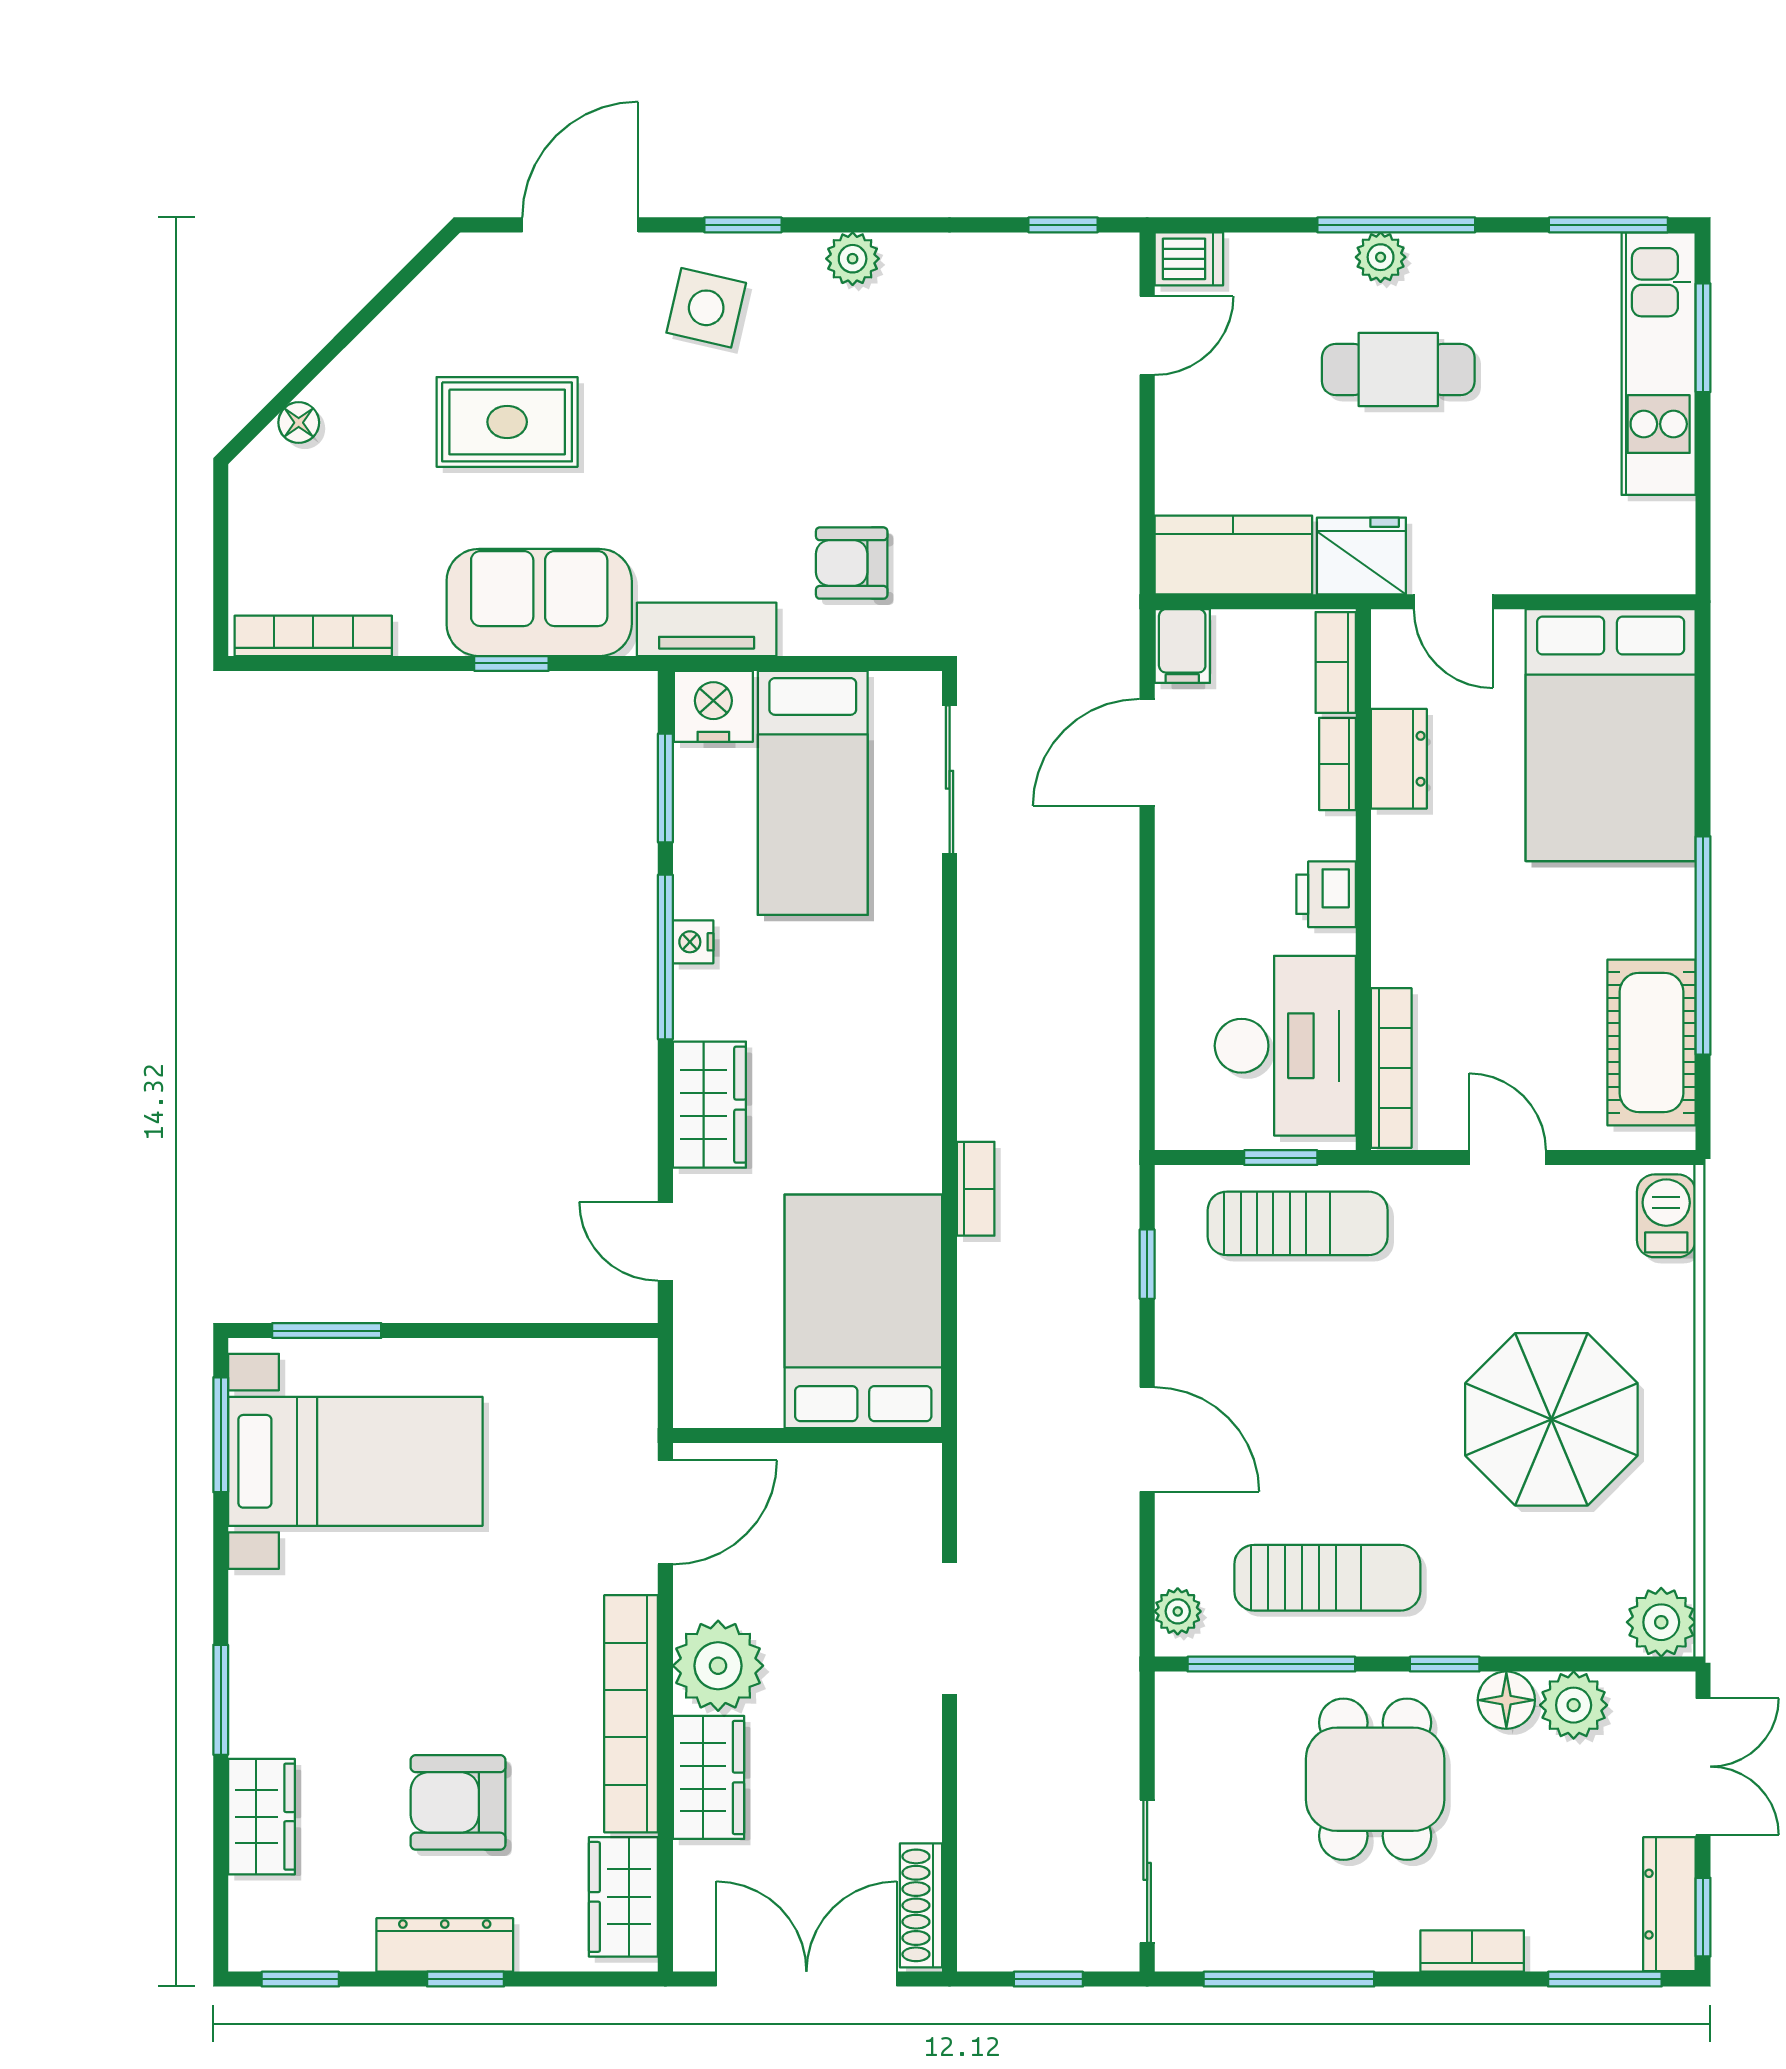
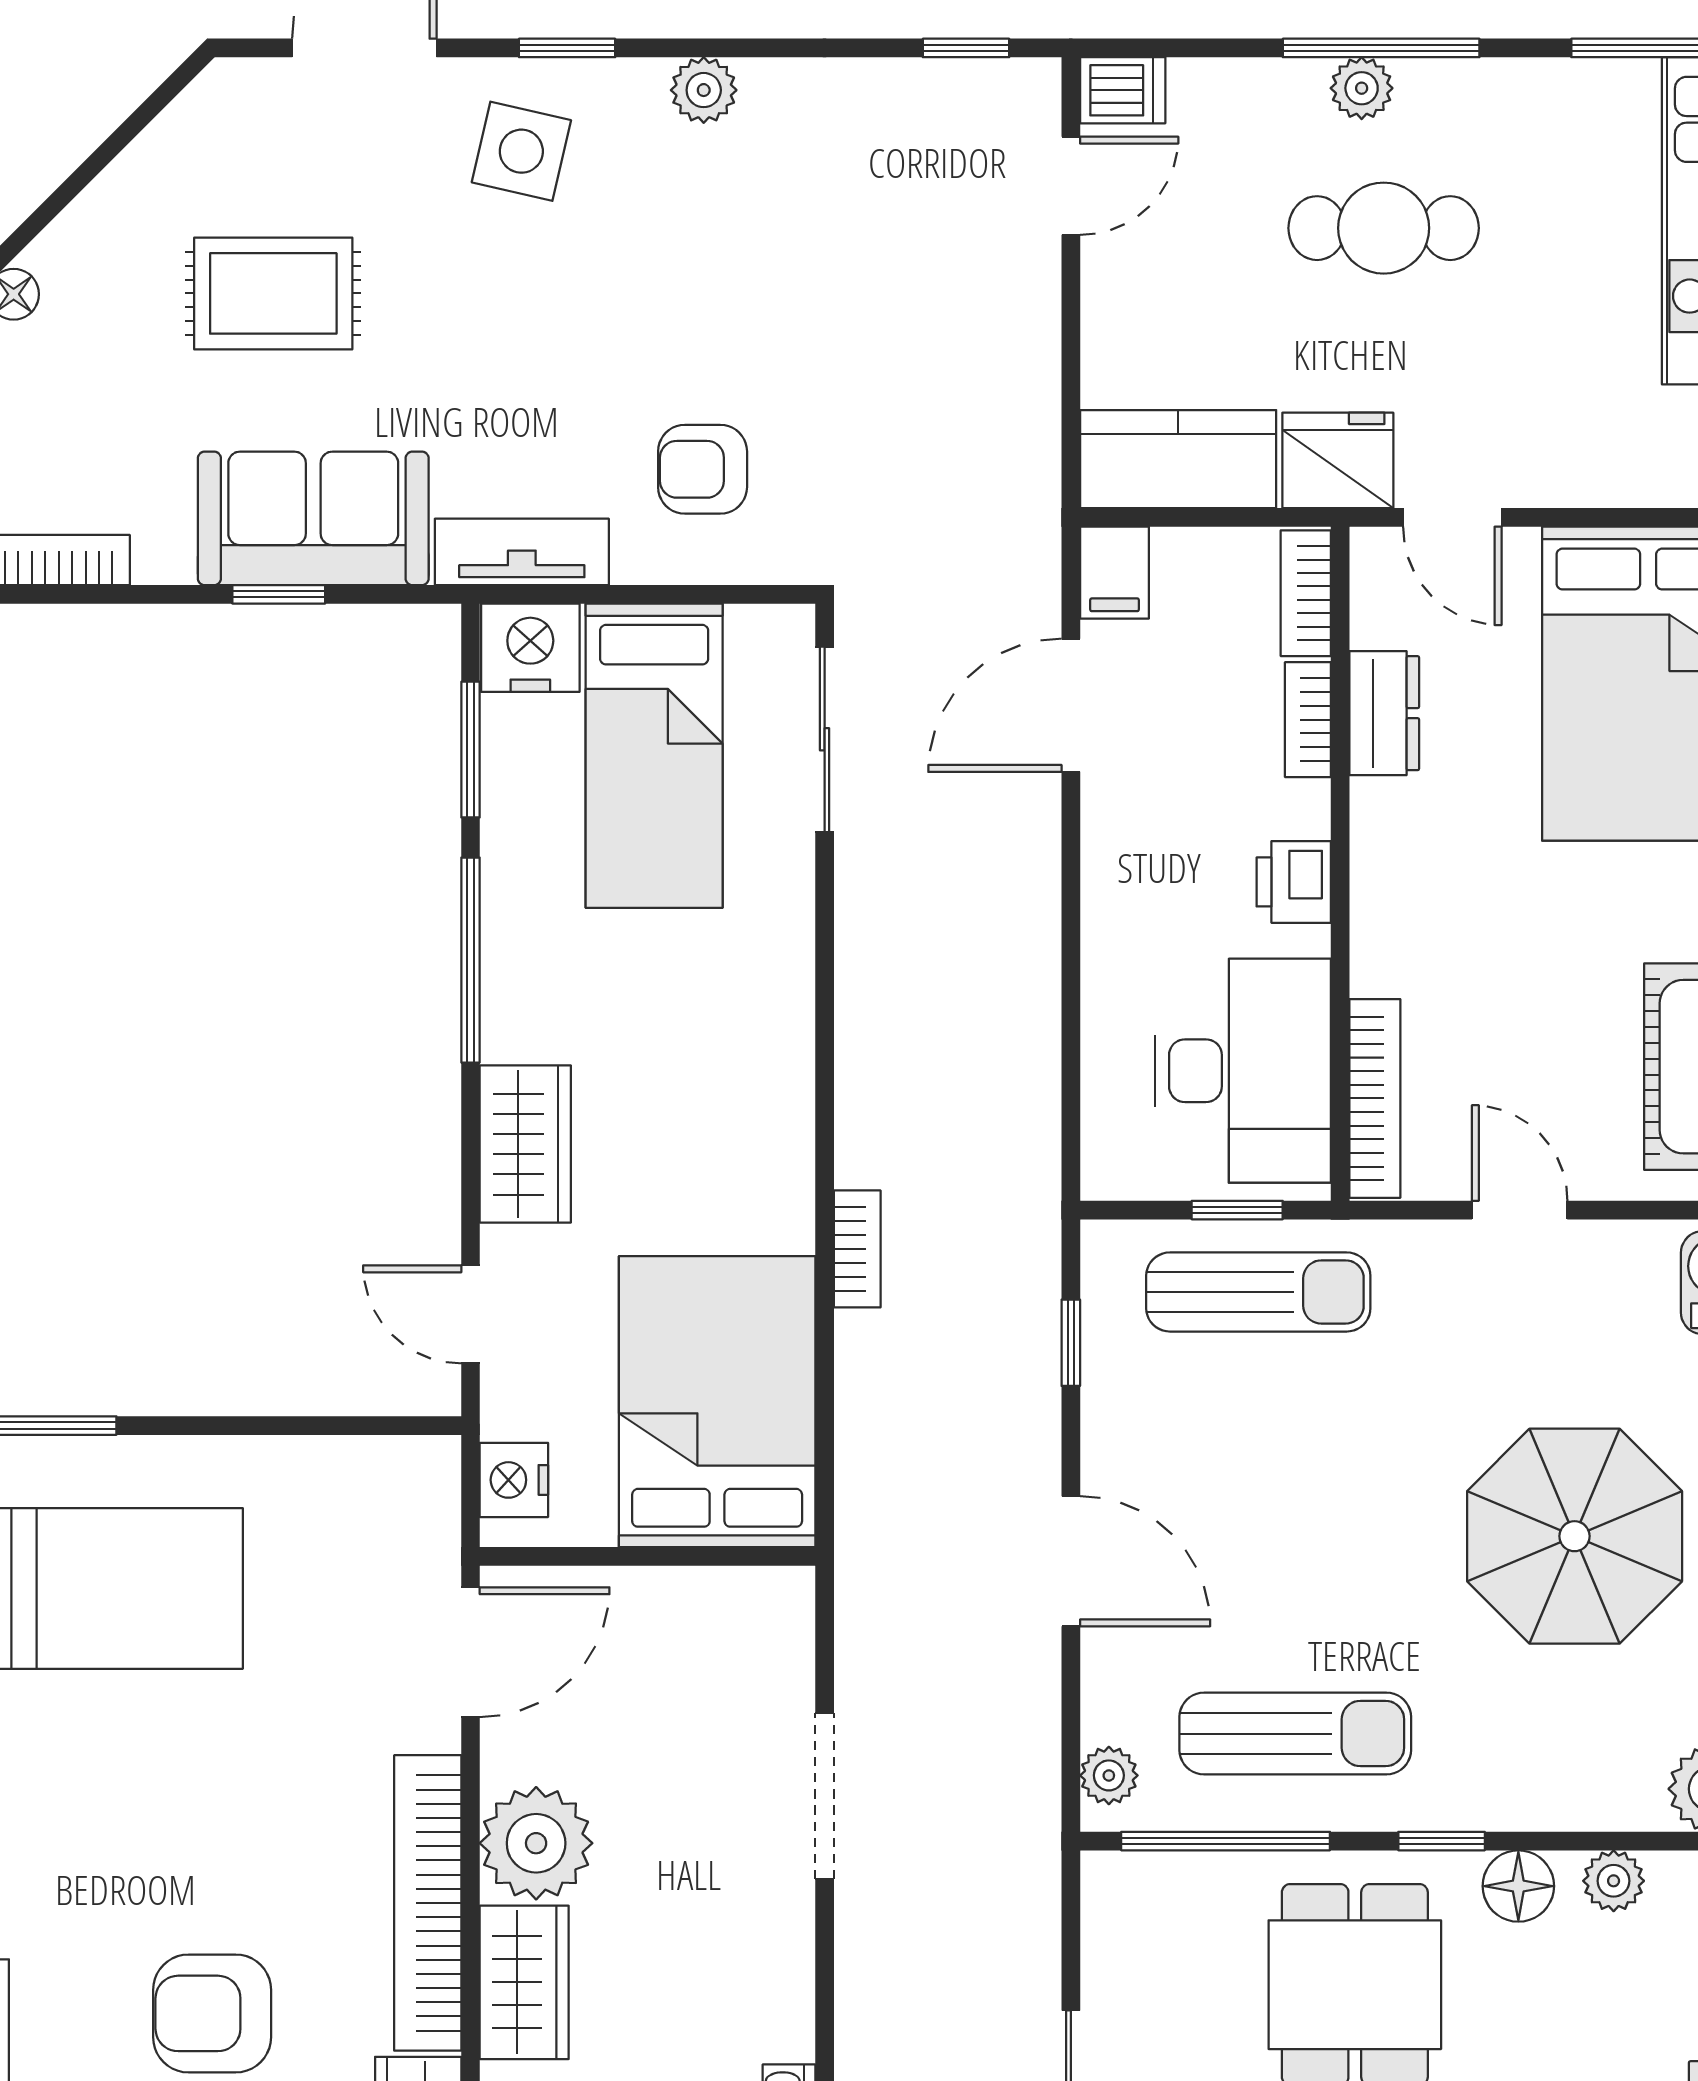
nightstand: (693, 942) -> (514, 1480), moved, width x1.39, depth x1.35
plant: (1574, 1705) -> (1614, 1881), width x0.73, depth x0.73

